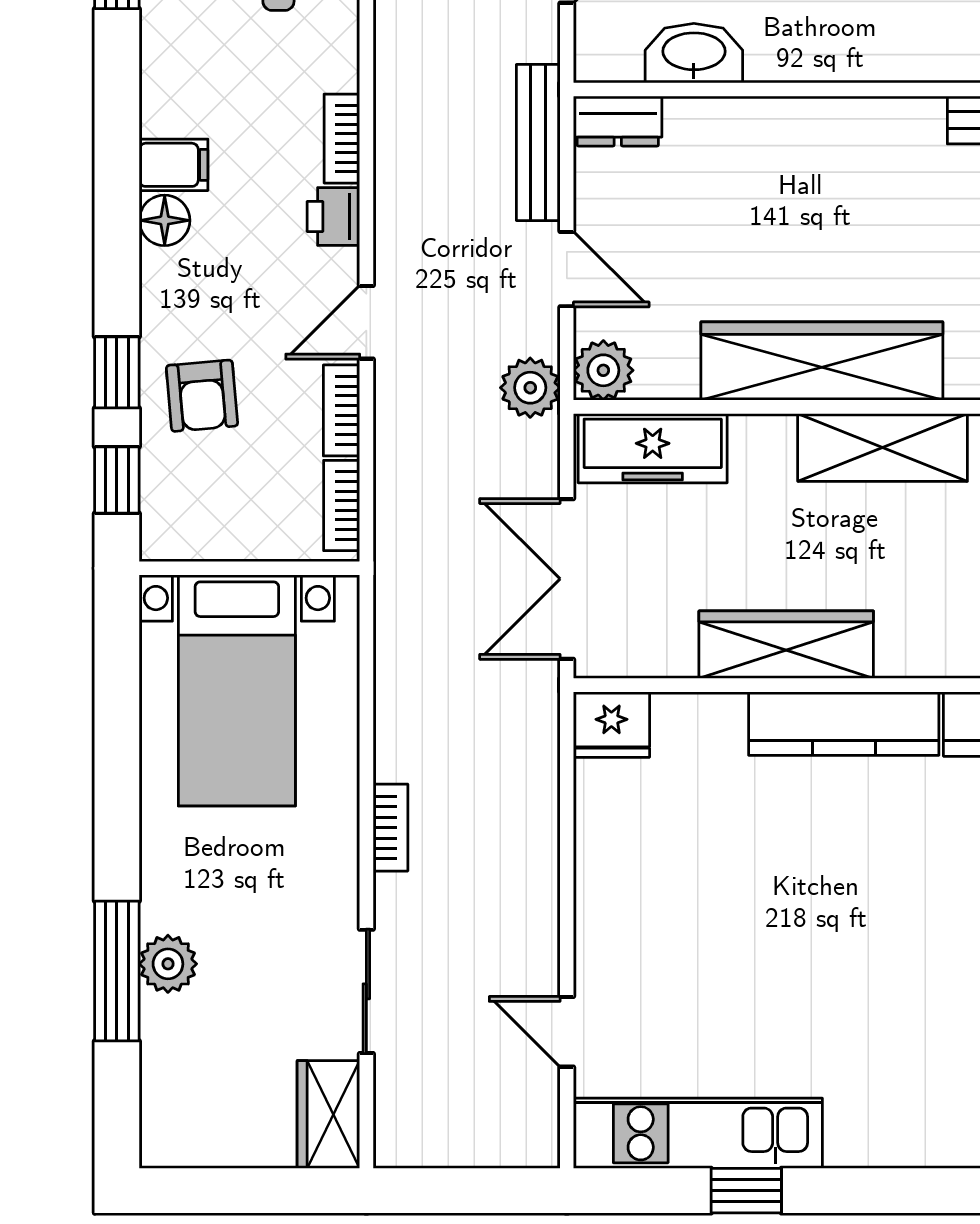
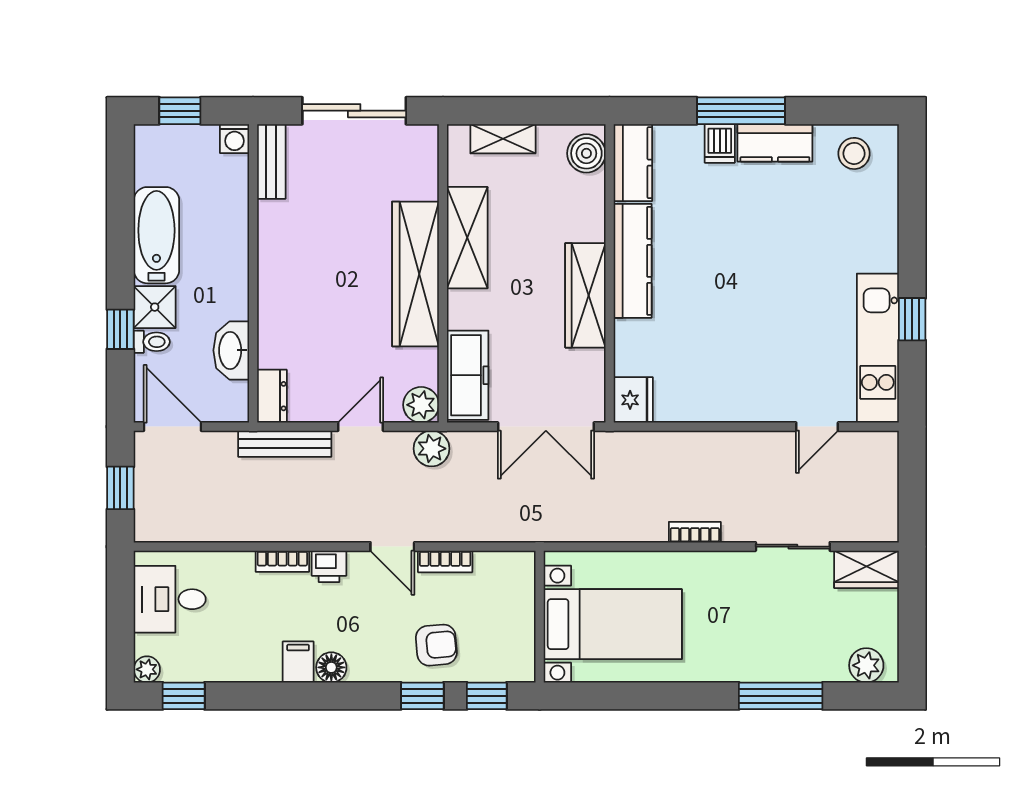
bookcase: (342, 506) -> (502, 561), removed
plant: (168, 964) -> (866, 665), moved

